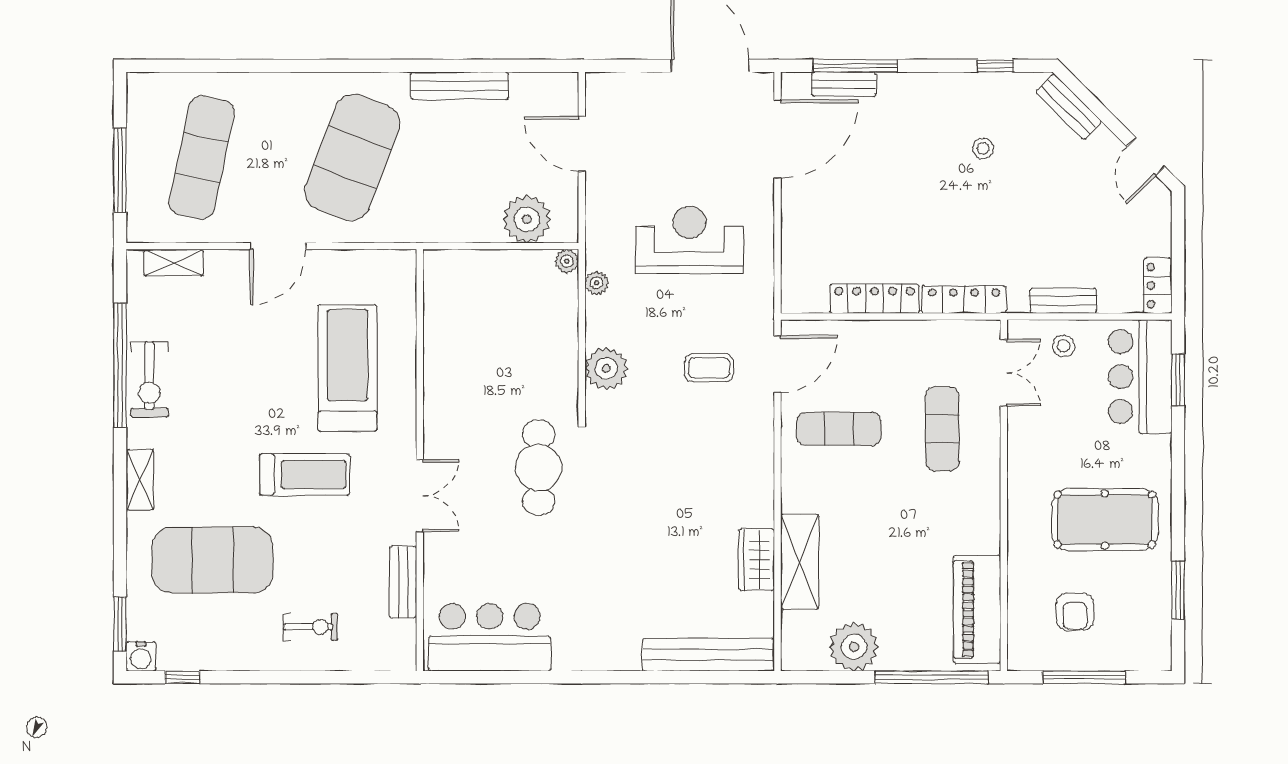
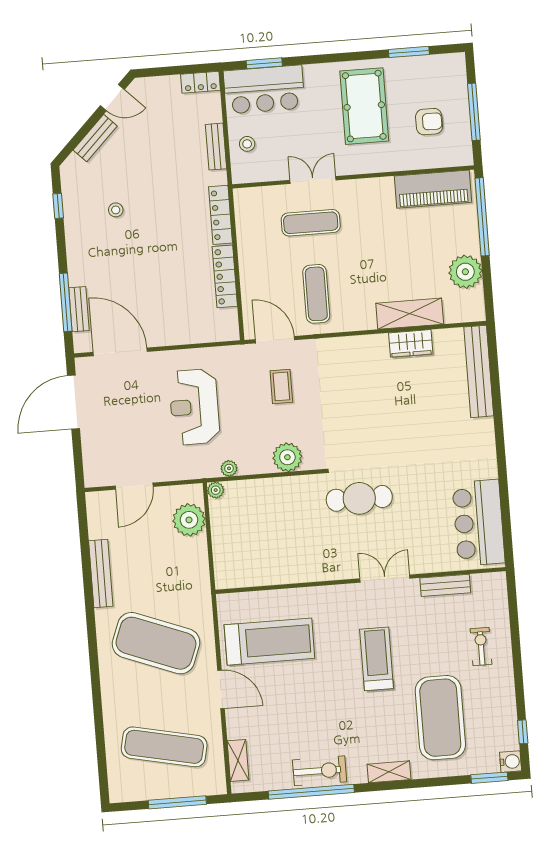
bench: (1069, 107) -> (95, 138), moved
treadmill: (347, 368) -> (269, 642), moved, turned 180
double door: (1004, 373) -> (313, 180), moved

